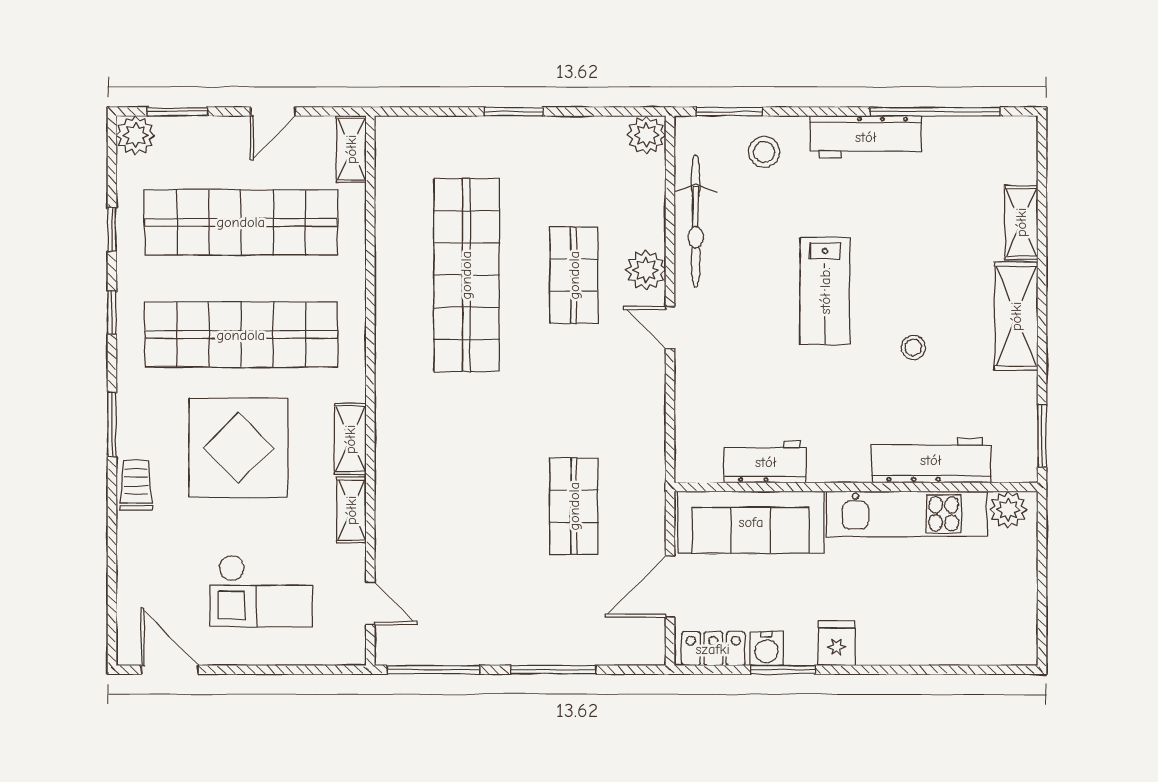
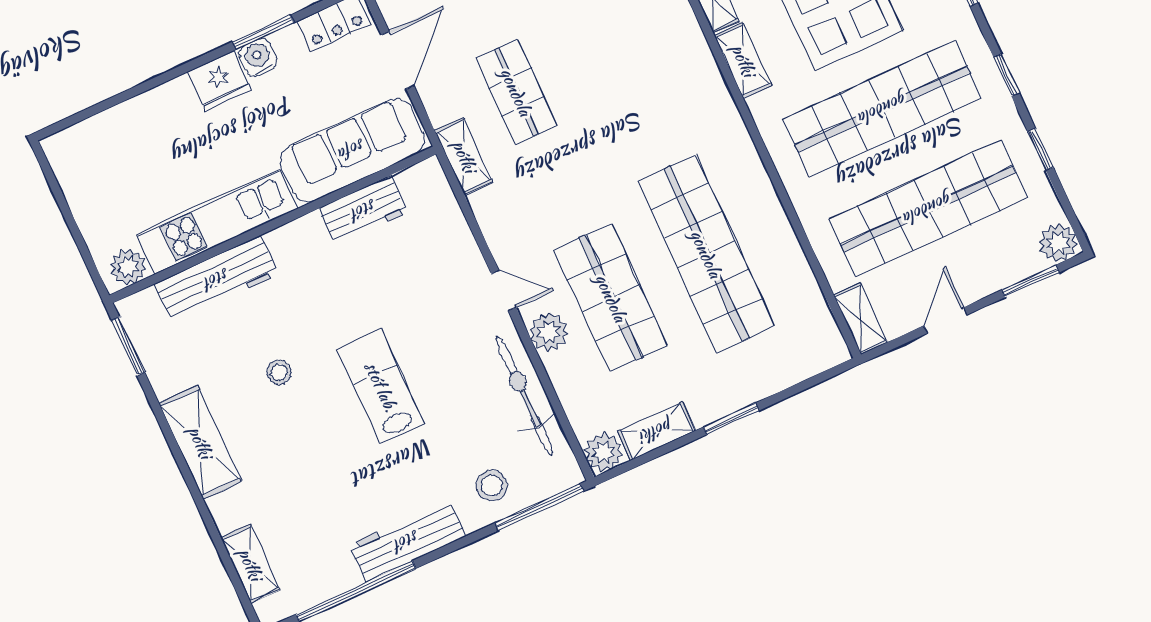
window: (729, 112) -> (539, 507), width x1.44
shelving: (588, 132) -> (657, 431), added
shelving: (1021, 222) -> (250, 564), moved
shop shelf: (574, 275) -> (611, 298), width x1.43, depth x1.36
shelving: (650, 469) -> (464, 156), added
fridge: (837, 643) -> (220, 81), width x1.38
water cooler: (766, 649) -> (258, 57), moved

